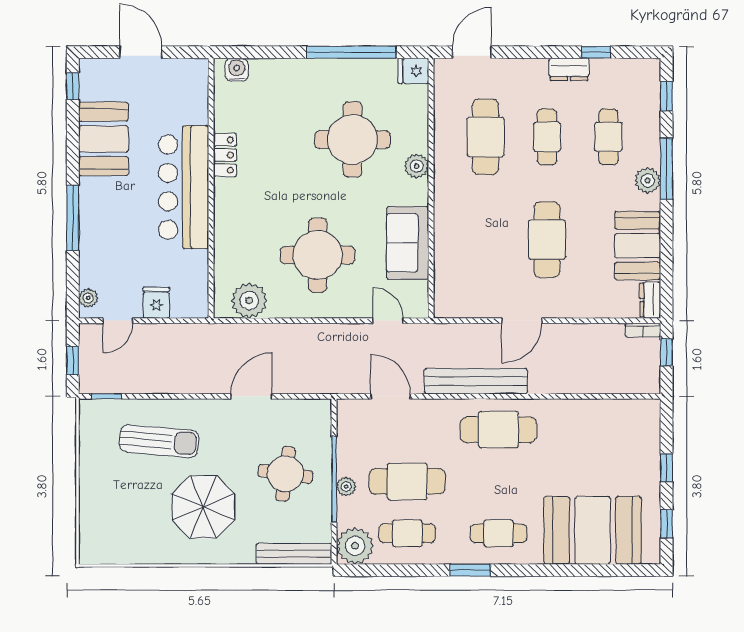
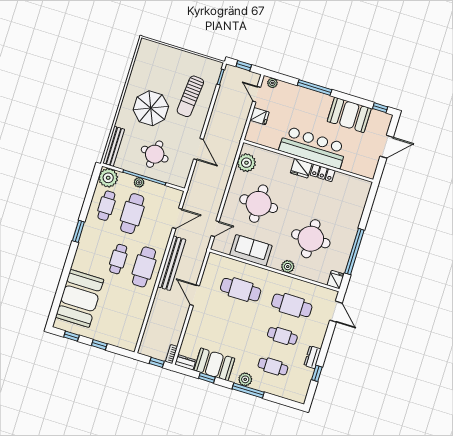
water cooler: (237, 70) -> (363, 192), removed
window: (666, 96) -> (207, 378), moved
fridge: (228, 197) -> (301, 168), added
cafe table: (547, 240) -> (241, 290), moved
cafe table: (498, 533) -> (118, 259), moved

